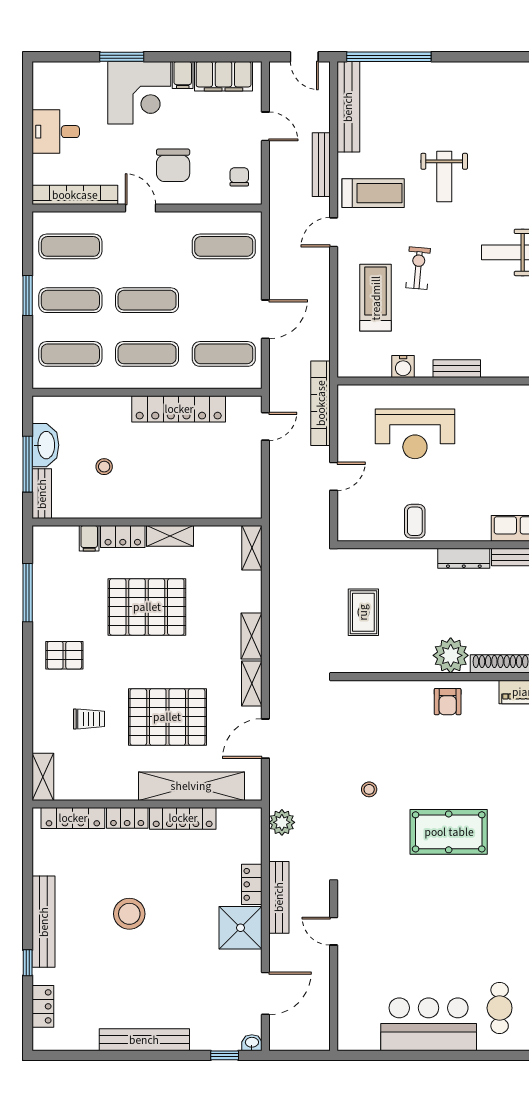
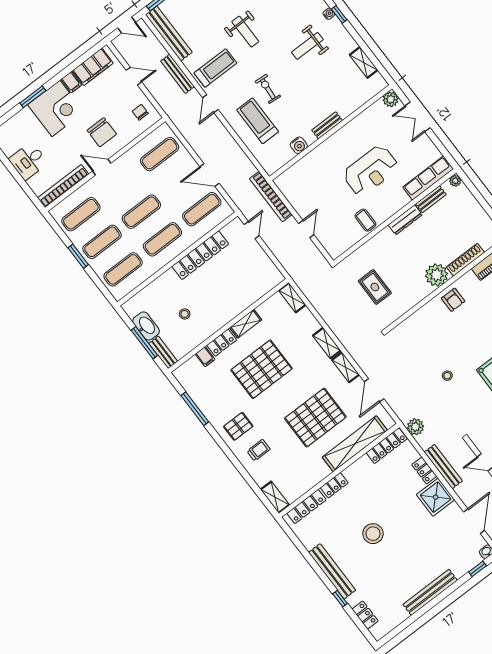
door: (265, 319) -> (210, 175), swing flipped
reception desk: (415, 434) -> (371, 171), moved
trolley: (89, 719) -> (259, 450), moved
locker: (183, 818) -> (387, 446), moved

